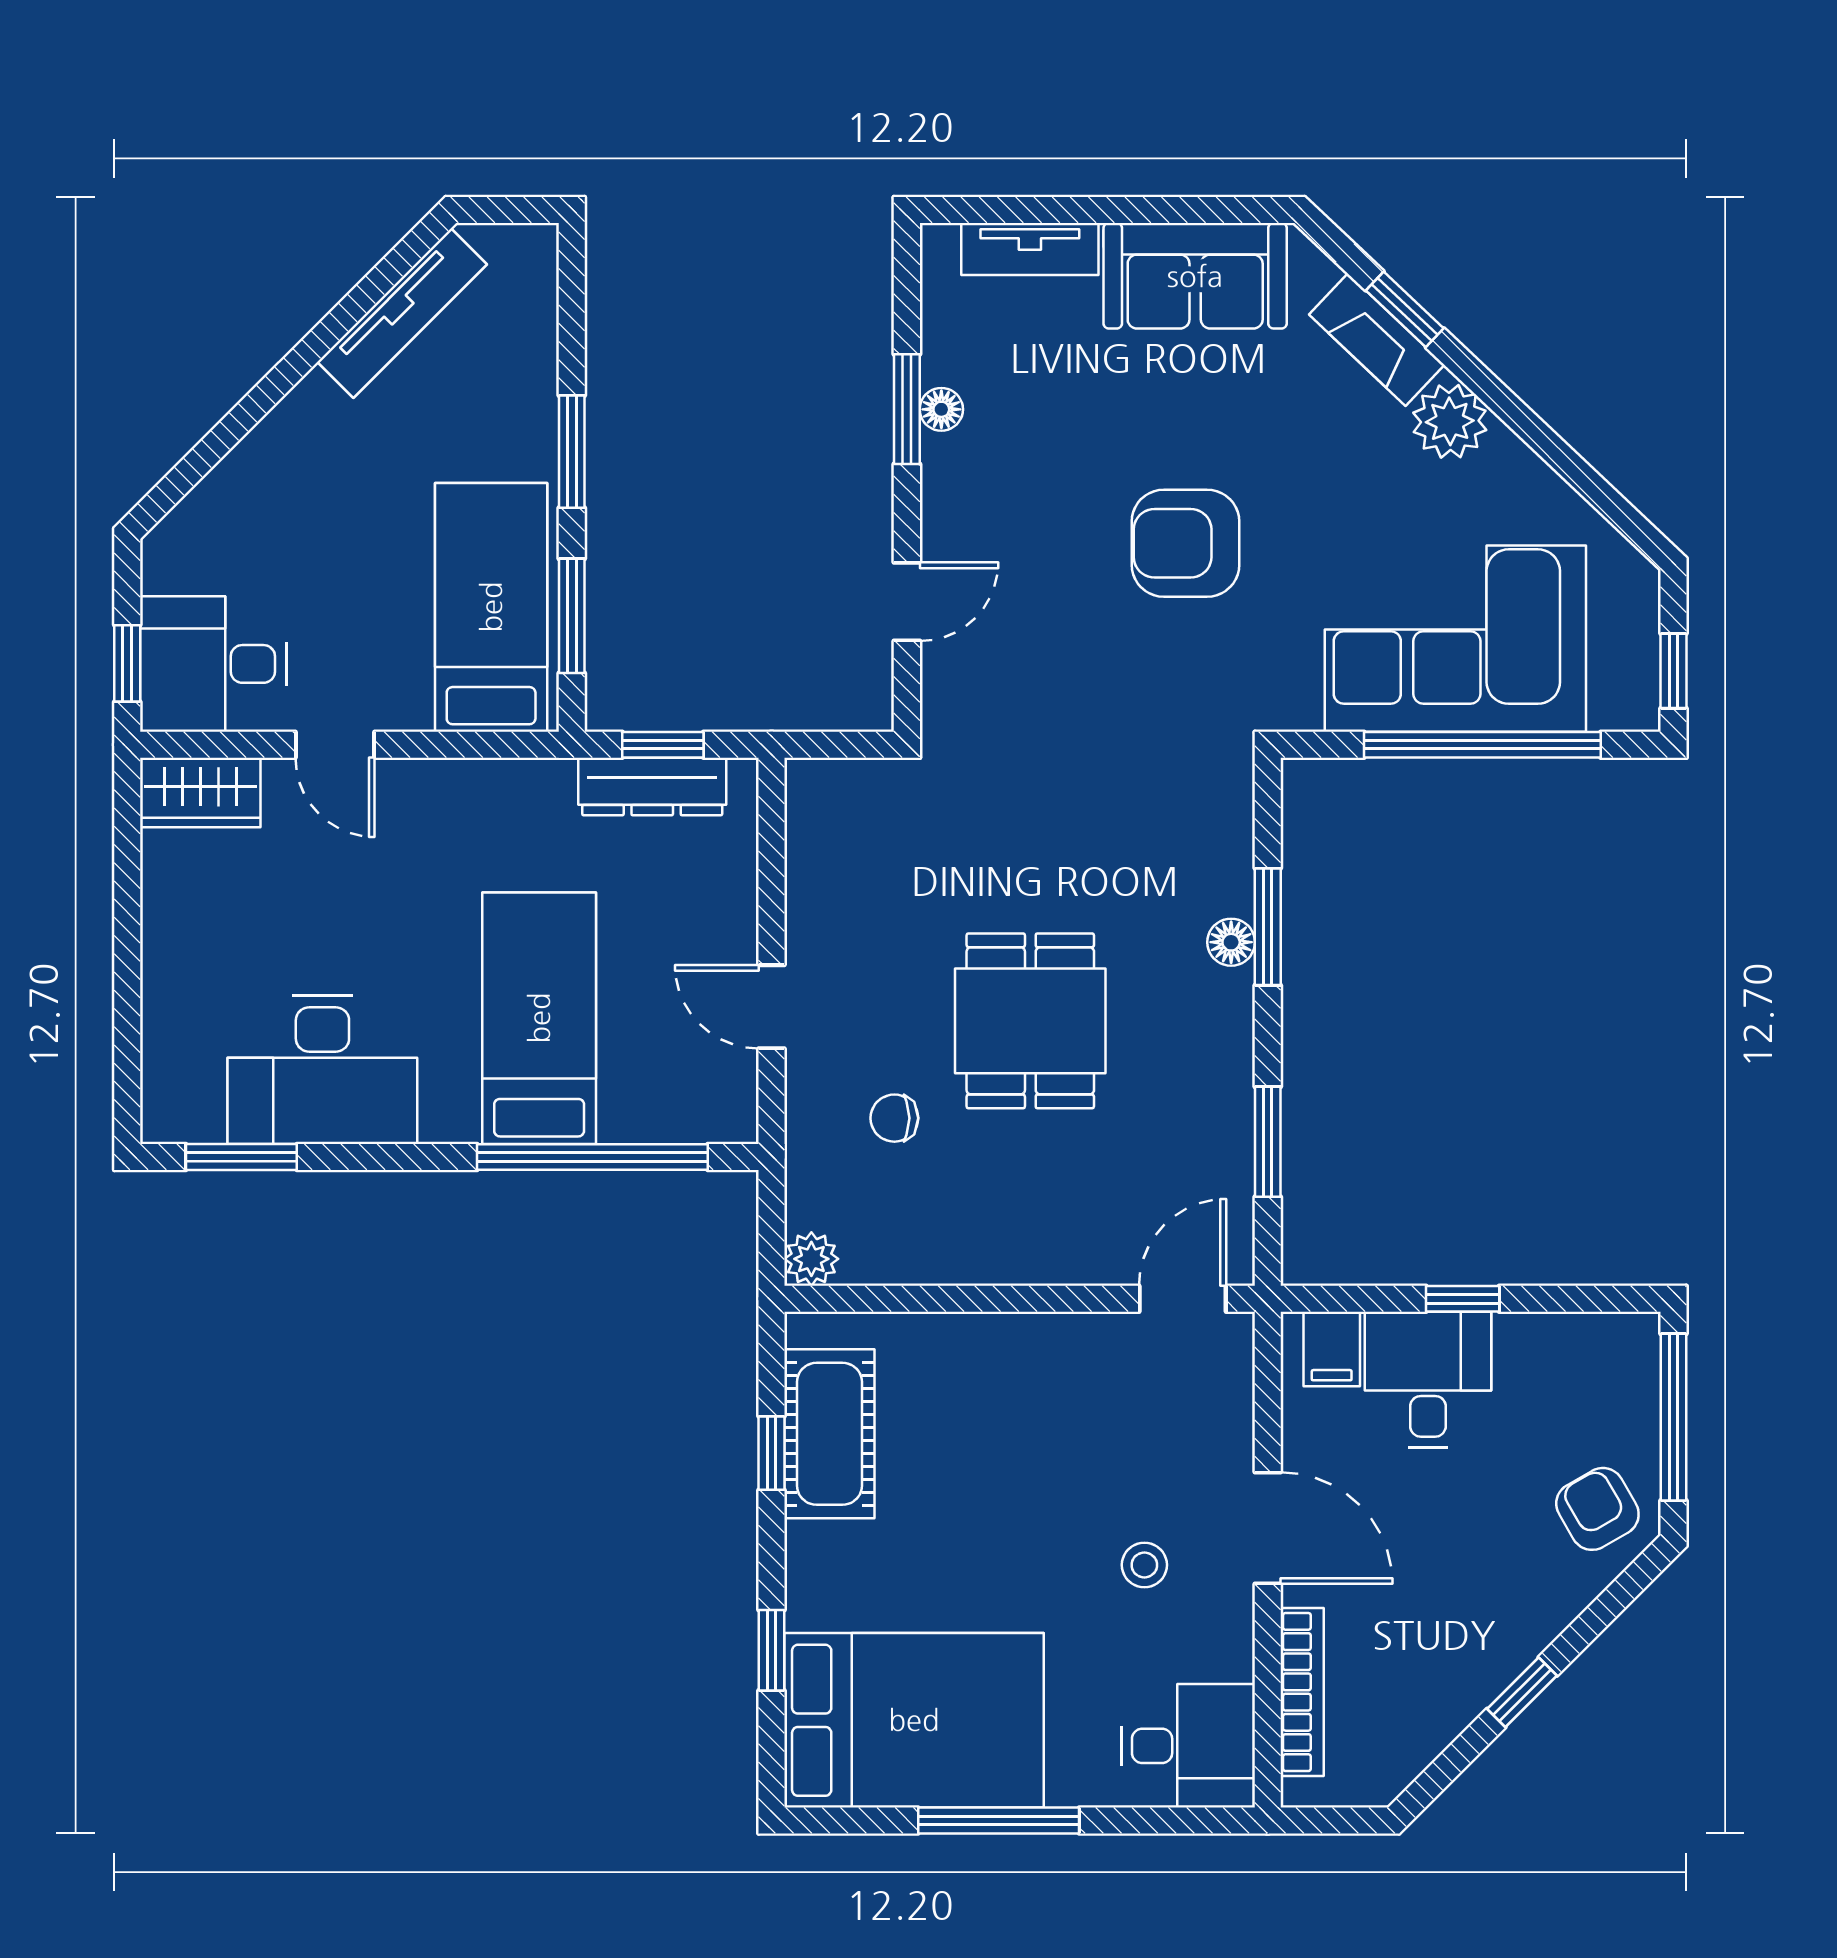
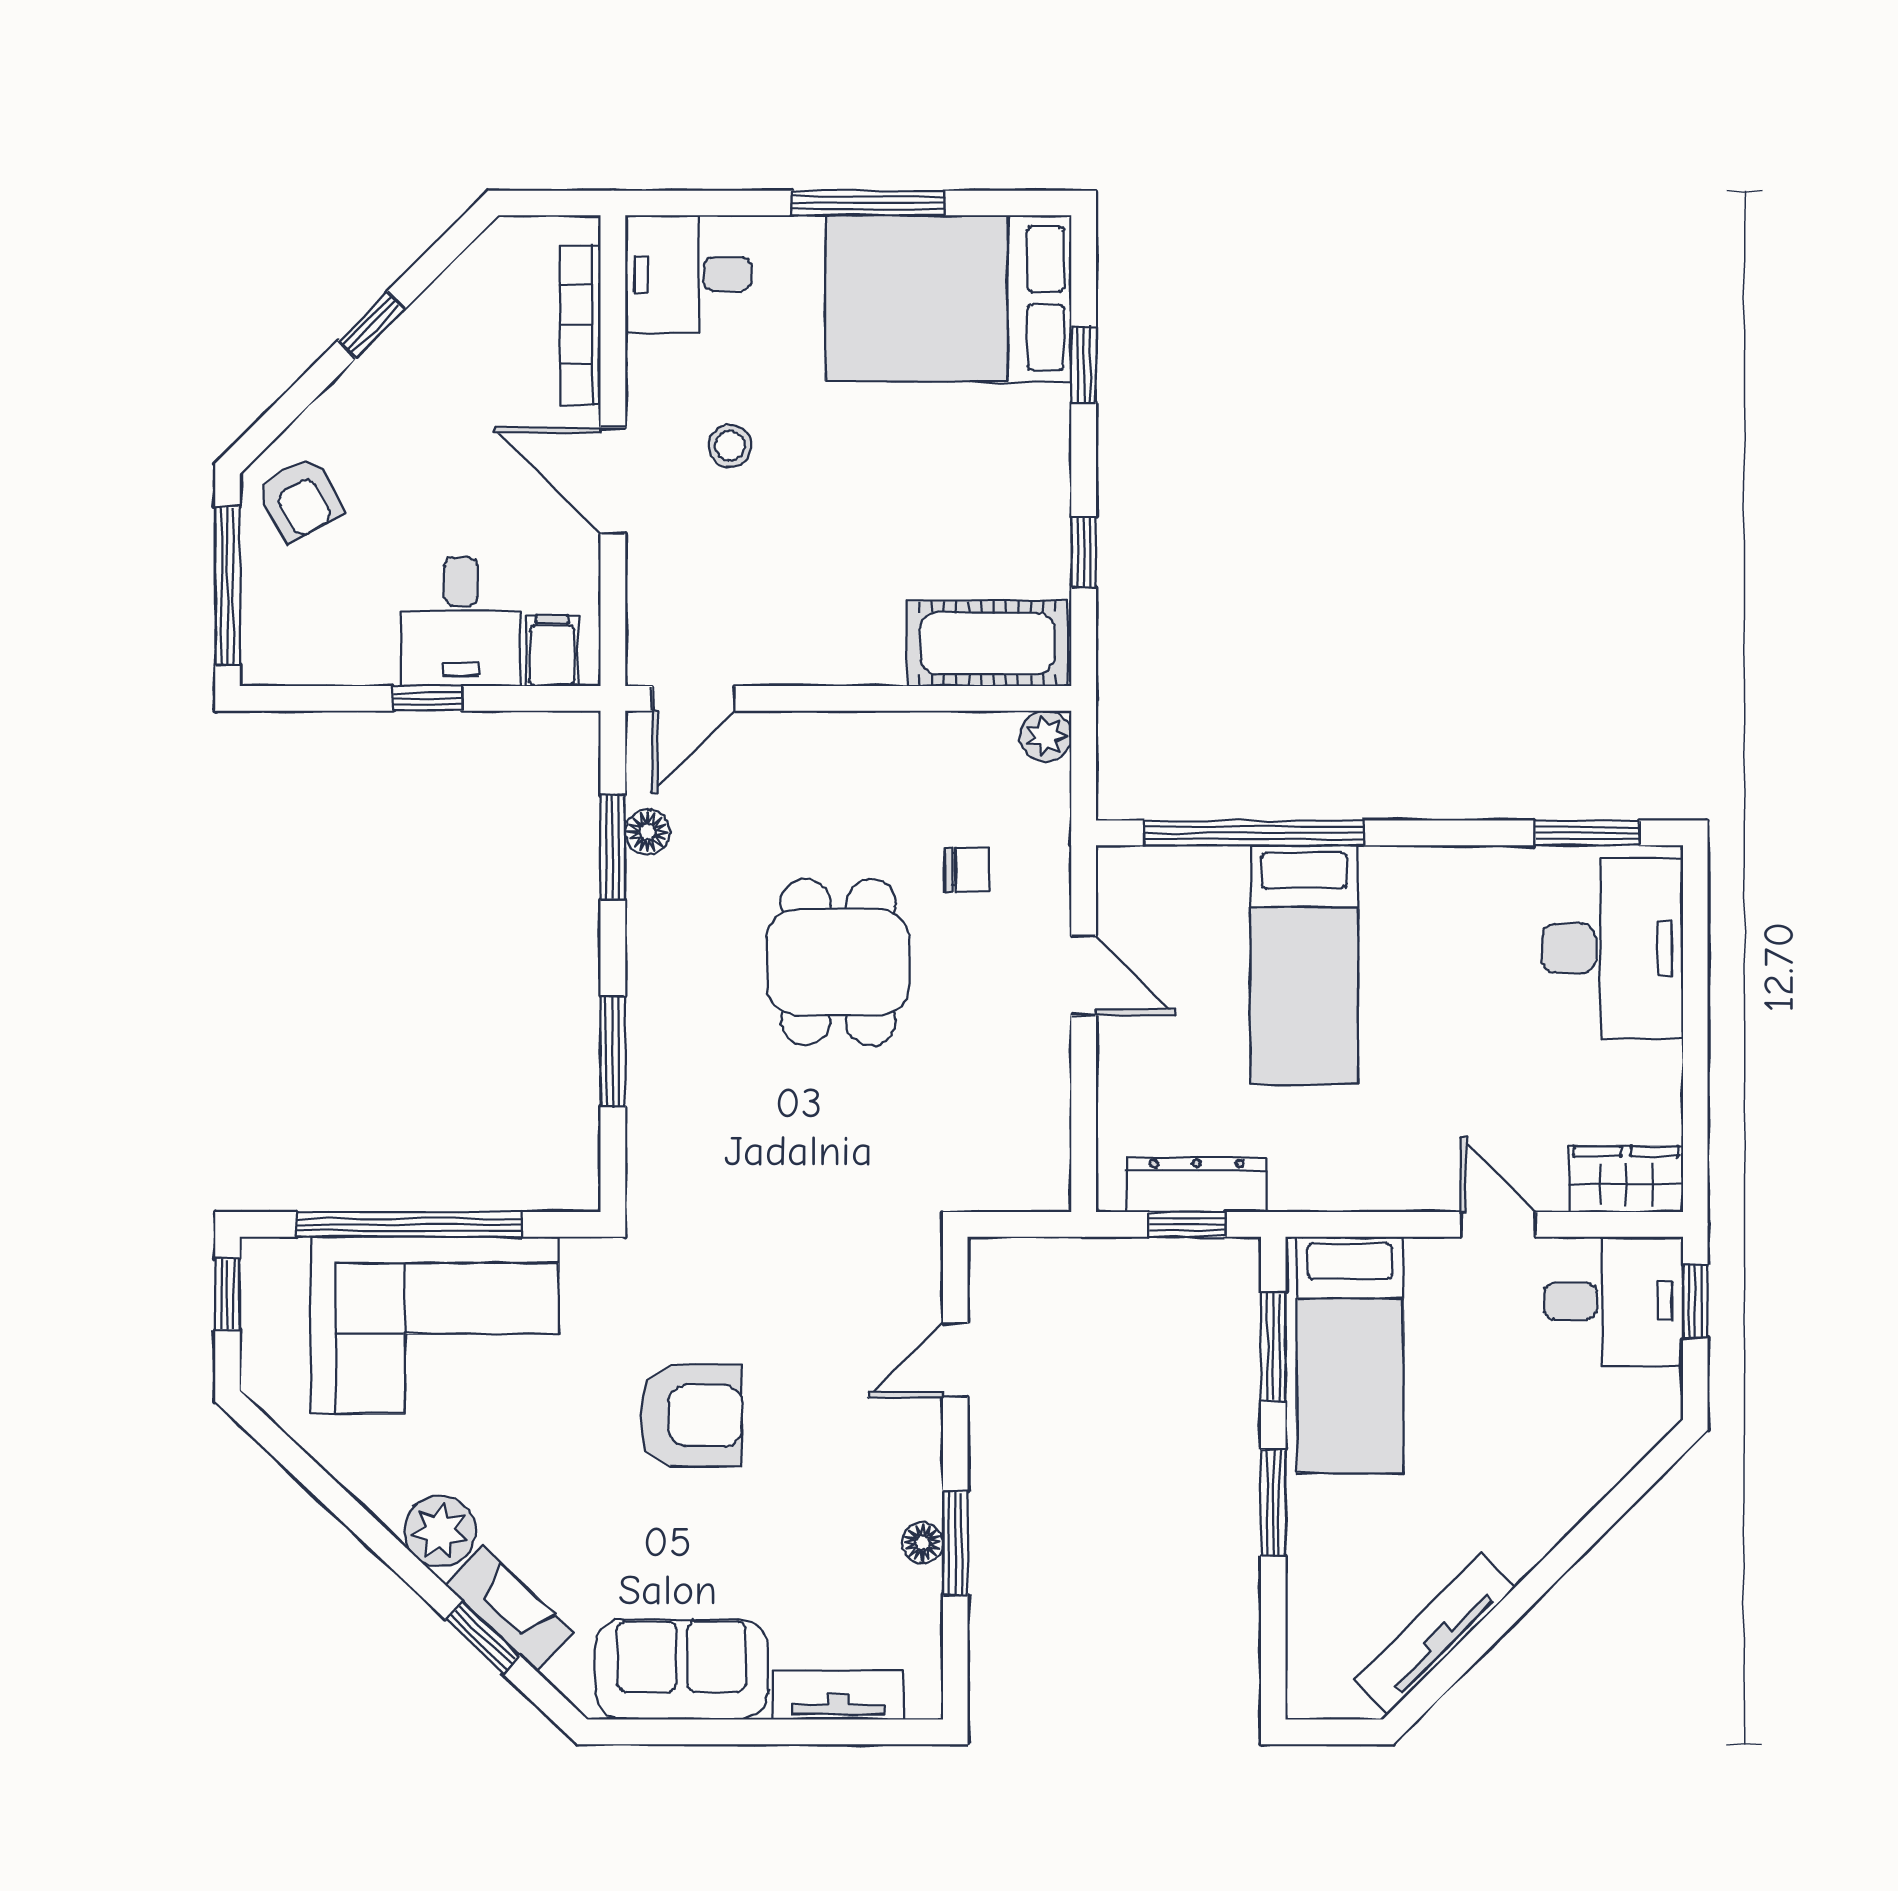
floor lamp: (1231, 942) -> (647, 832), moved
desk: (322, 1070) -> (1612, 948), moved, turned 90
cot: (829, 1434) -> (987, 643), moved, turned 90

